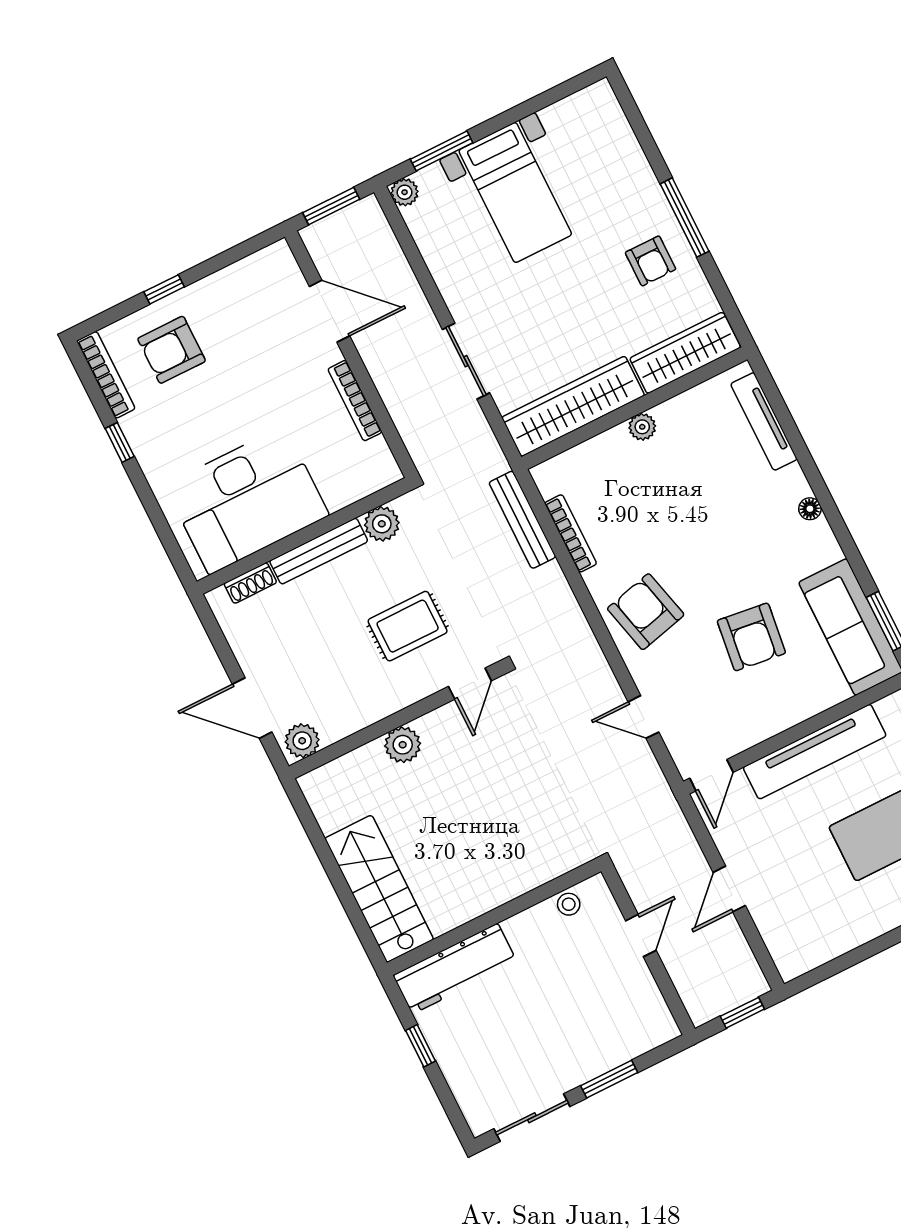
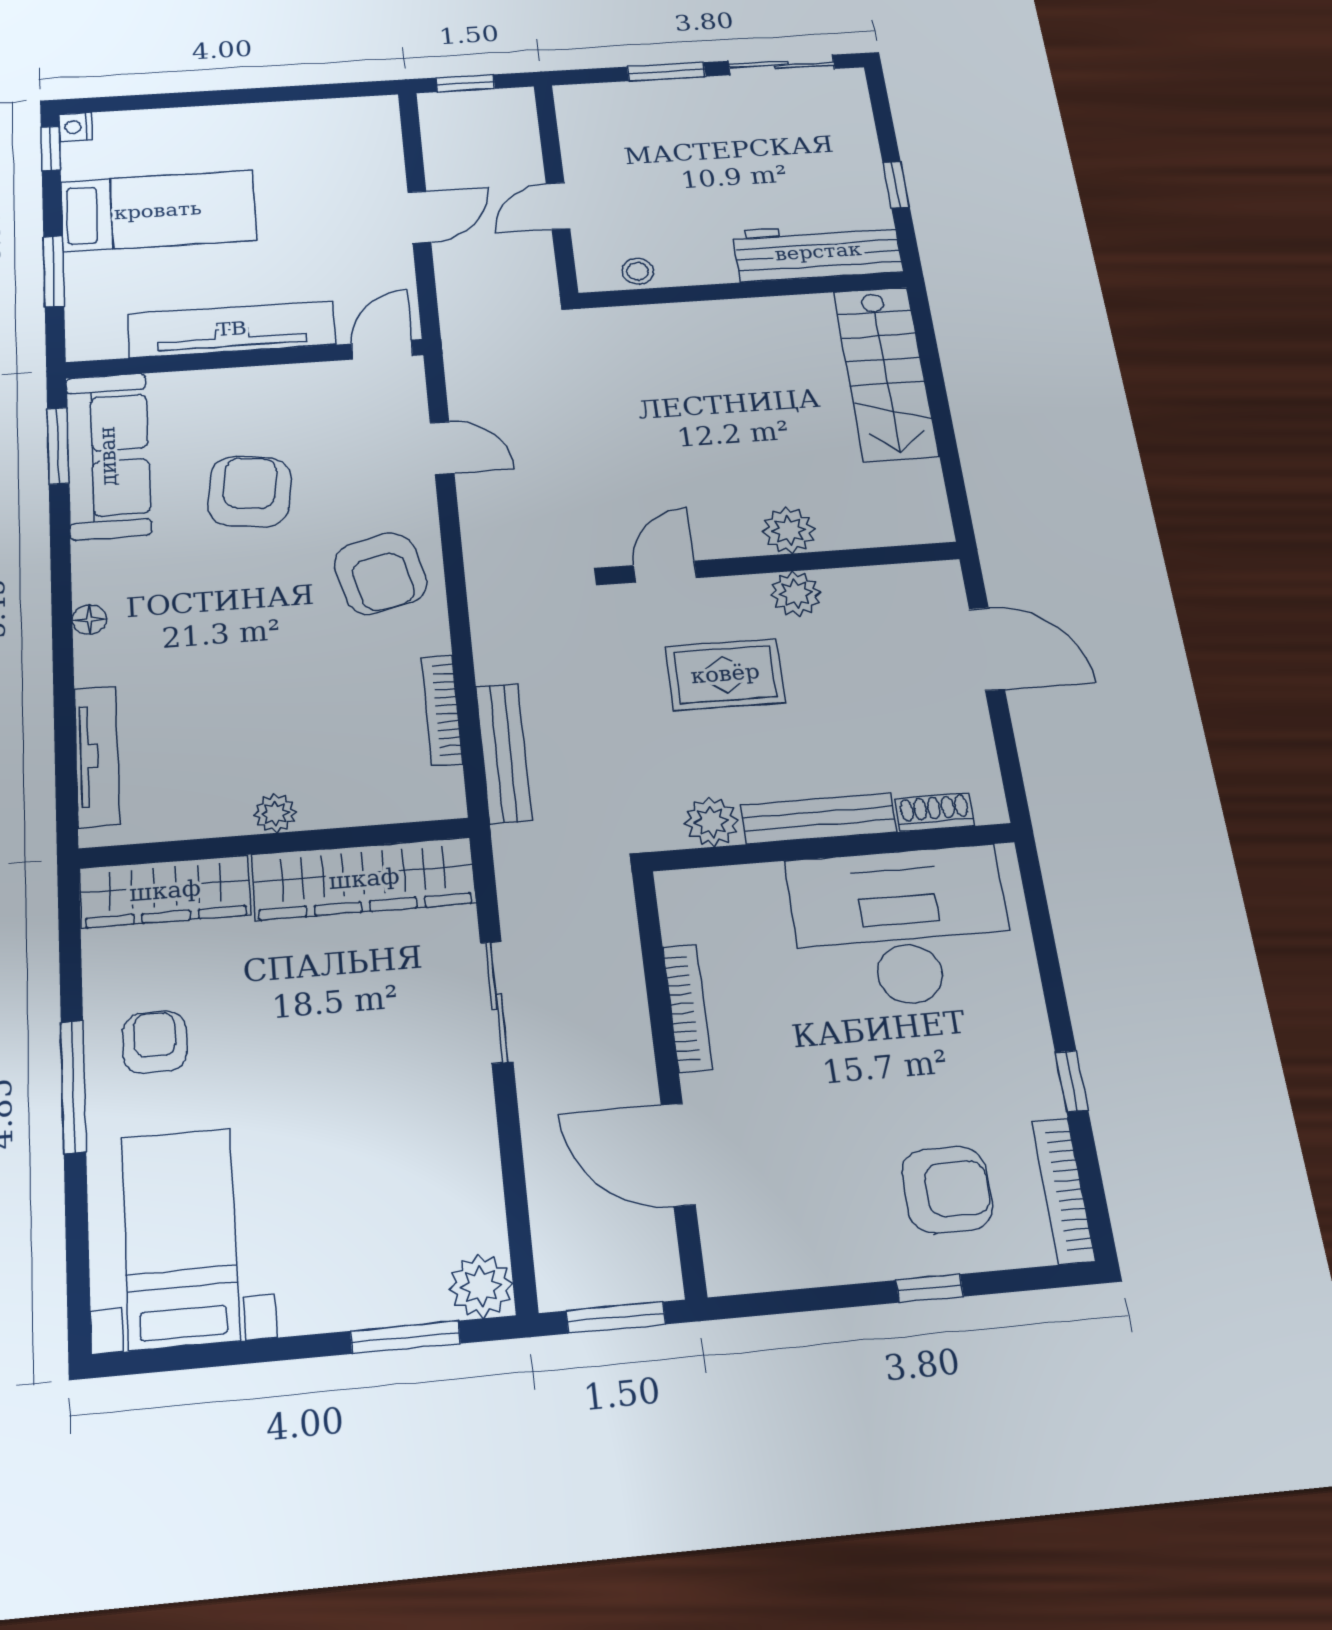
plant: (405, 192) -> (481, 1286), width x1.38, depth x1.38
bed with nightstands: (515, 192) -> (180, 1238), moved
plant: (302, 741) -> (796, 594), moved

